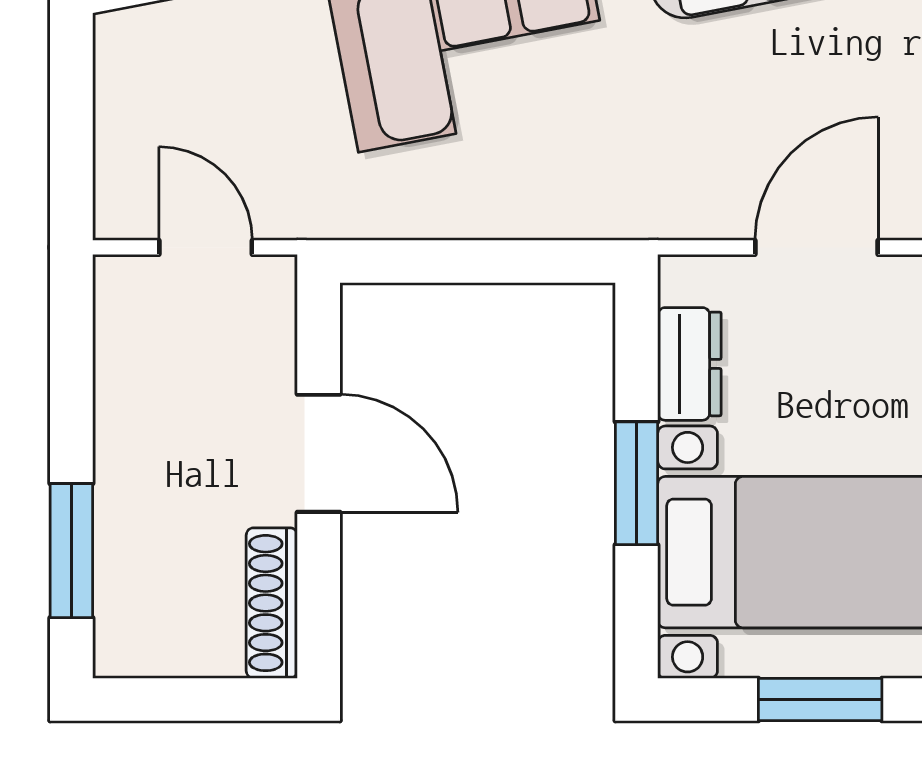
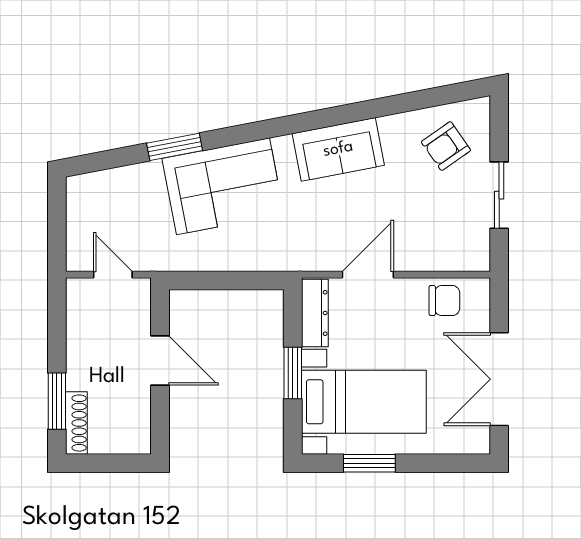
dresser: (689, 364) -> (315, 313), width x1.44
shoe rack: (272, 603) -> (76, 423), moved, turned 180

